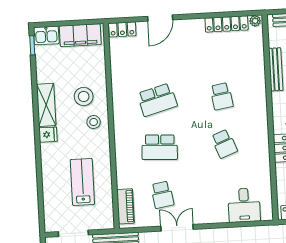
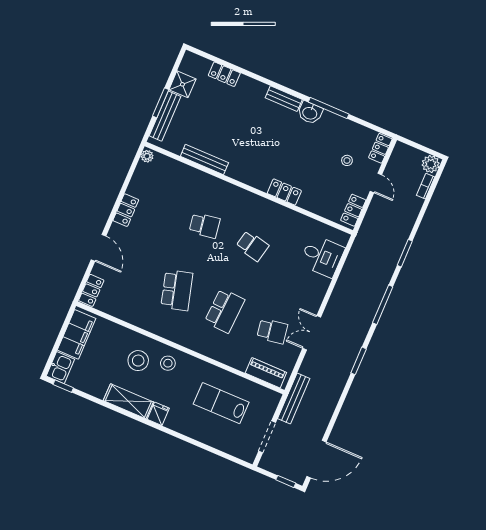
locker: (227, 24) -> (126, 210), moved, width x0.66
school desk: (224, 144) -> (252, 246), turned 33

